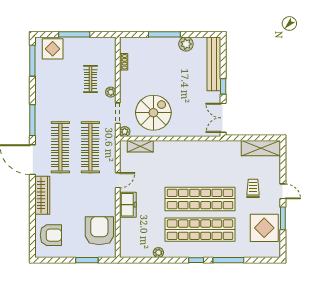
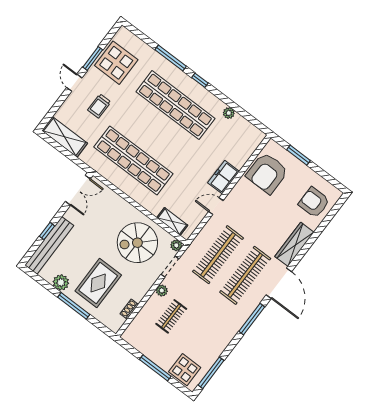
rug: (159, 64) -> (98, 283), added
window: (223, 86) -> (47, 231), moved
shop shelf: (200, 199) -> (133, 160), moved

